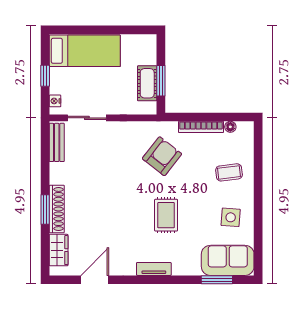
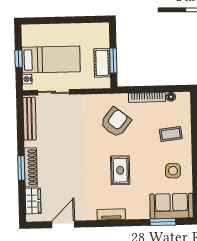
bed: (85, 51) -> (51, 59), moved
bench: (57, 142) -> (30, 119), width x1.36

